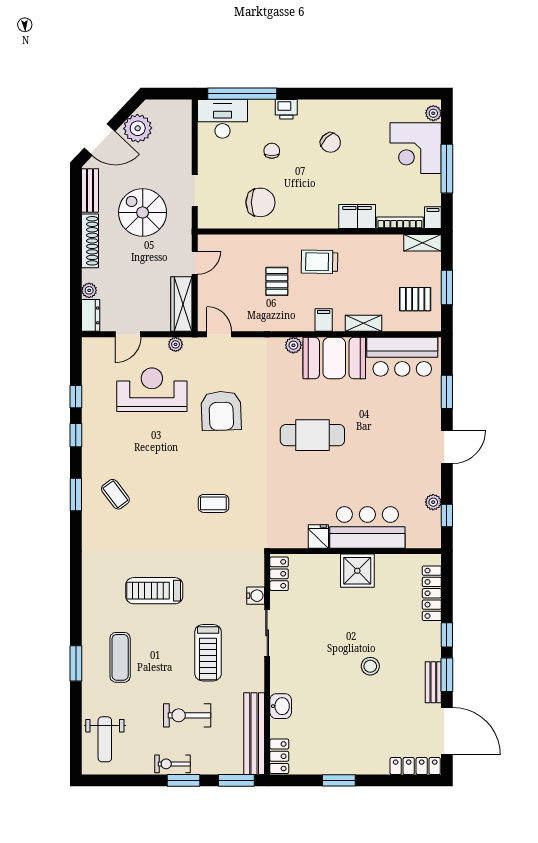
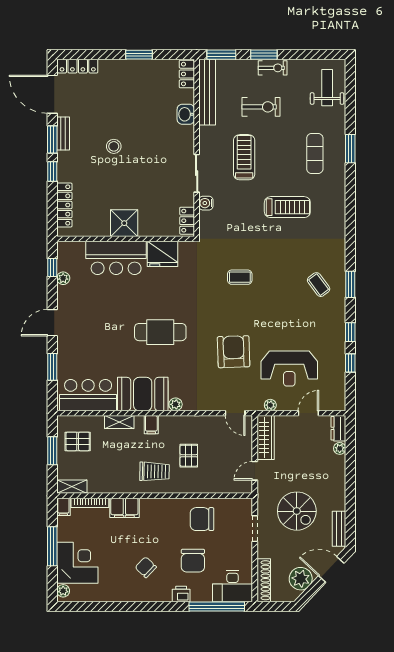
chair: (272, 151) -> (193, 561), width x1.87, depth x1.87
shoe rack: (90, 241) -> (264, 580), moved, turned 180
fridge: (318, 536) -> (163, 254), width x1.88, depth x1.34

